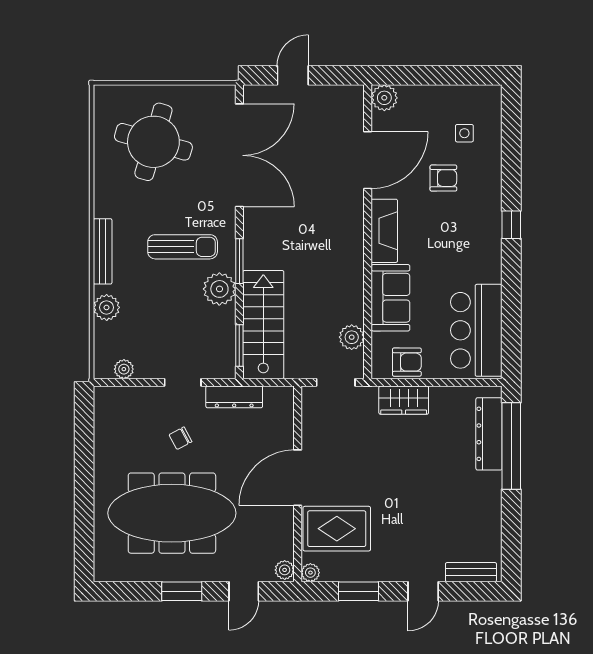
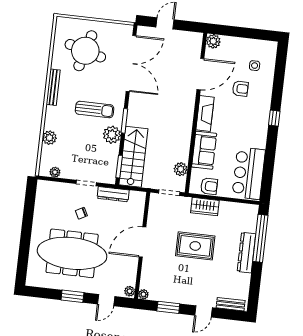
bench: (103, 251) -> (53, 87), moved
dresser: (489, 434) -> (246, 253), moved
rug: (337, 529) -> (195, 246), moved

